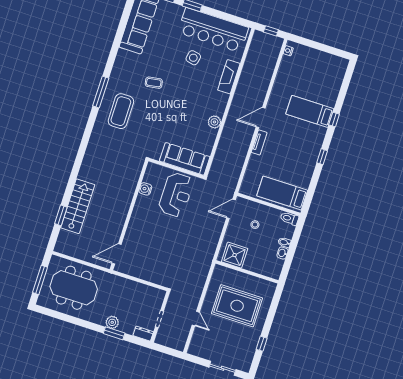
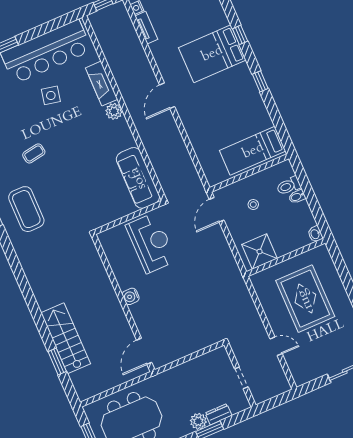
bed: (310, 111) -> (212, 54), width x1.50
plant: (214, 122) -> (114, 111), moved
tv unit: (259, 142) -> (146, 28), moved
sofa: (185, 159) -> (138, 178), moved, turned -90
water cooler: (145, 189) -> (131, 296), moved
toilet: (289, 218) -> (289, 186), moved
washbasin: (282, 253) -> (315, 234), moved
rug: (237, 306) -> (305, 299), turned 90
dresser: (143, 334) -> (219, 414), moved

